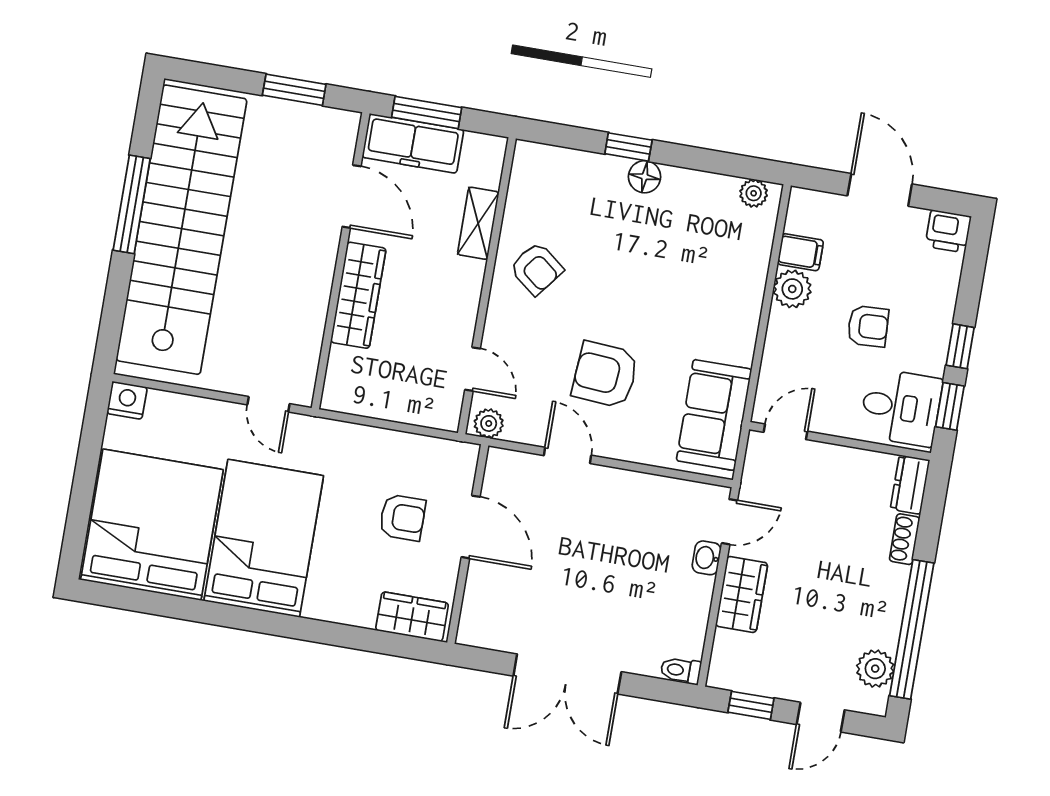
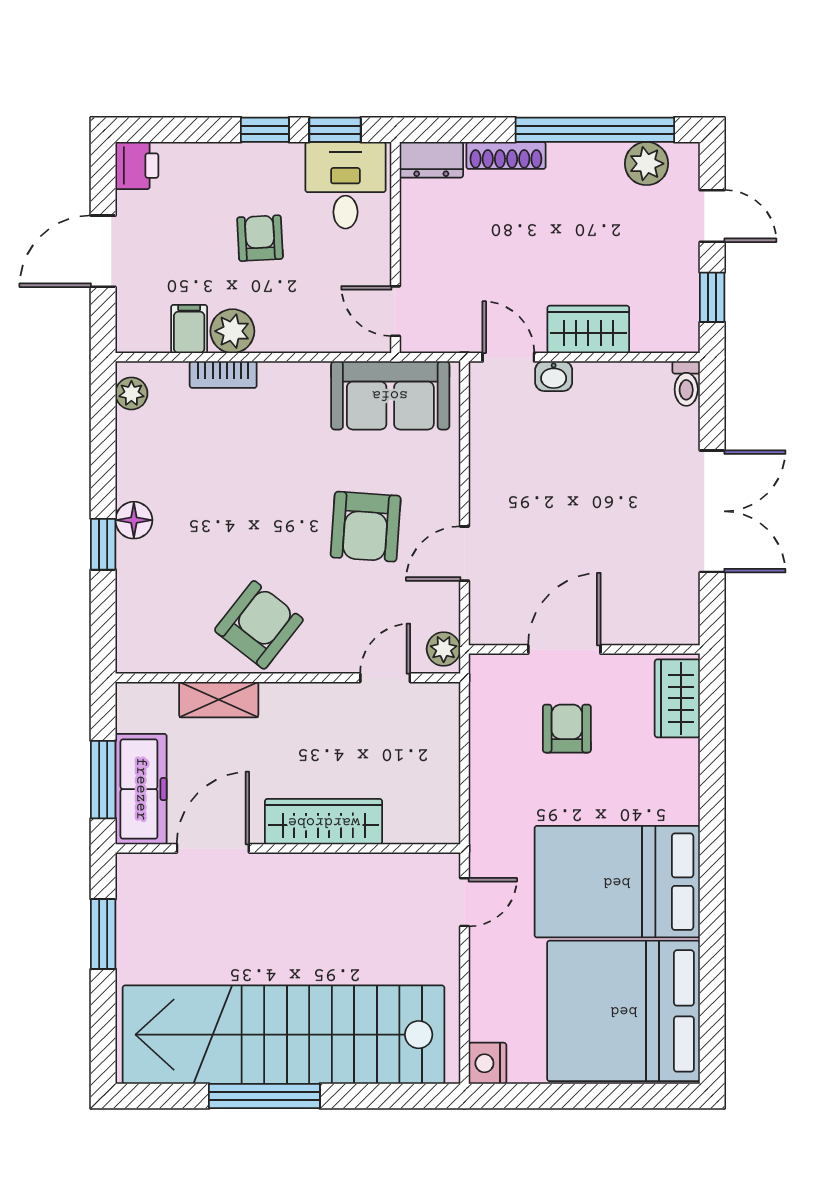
armchair: (536, 269) -> (259, 625), width x1.38, depth x1.38
bookcase: (756, 275) -> (223, 375), added
shoe rack: (905, 539) -> (506, 155), width x1.43

